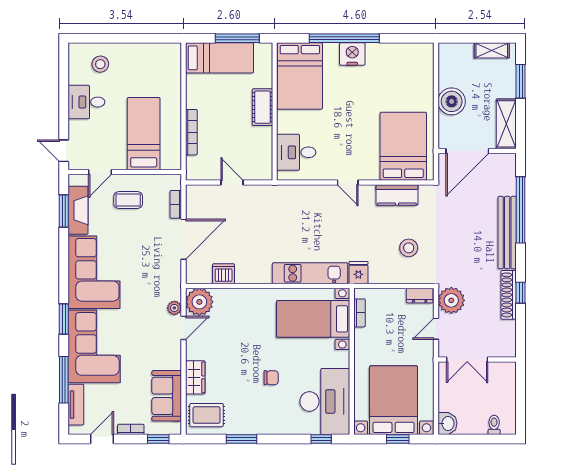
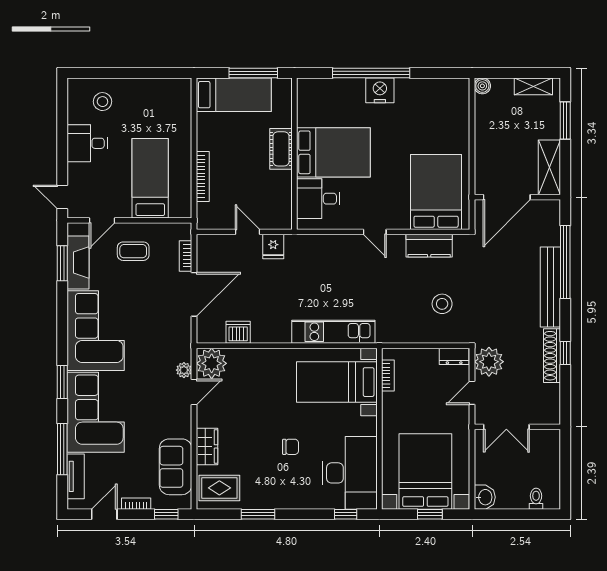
bed: (300, 76) -> (333, 152), moved, turned -90
boiler: (452, 101) -> (482, 86), moved, width x0.54, depth x0.54
fridge: (358, 273) -> (273, 247), moved, turned 180

